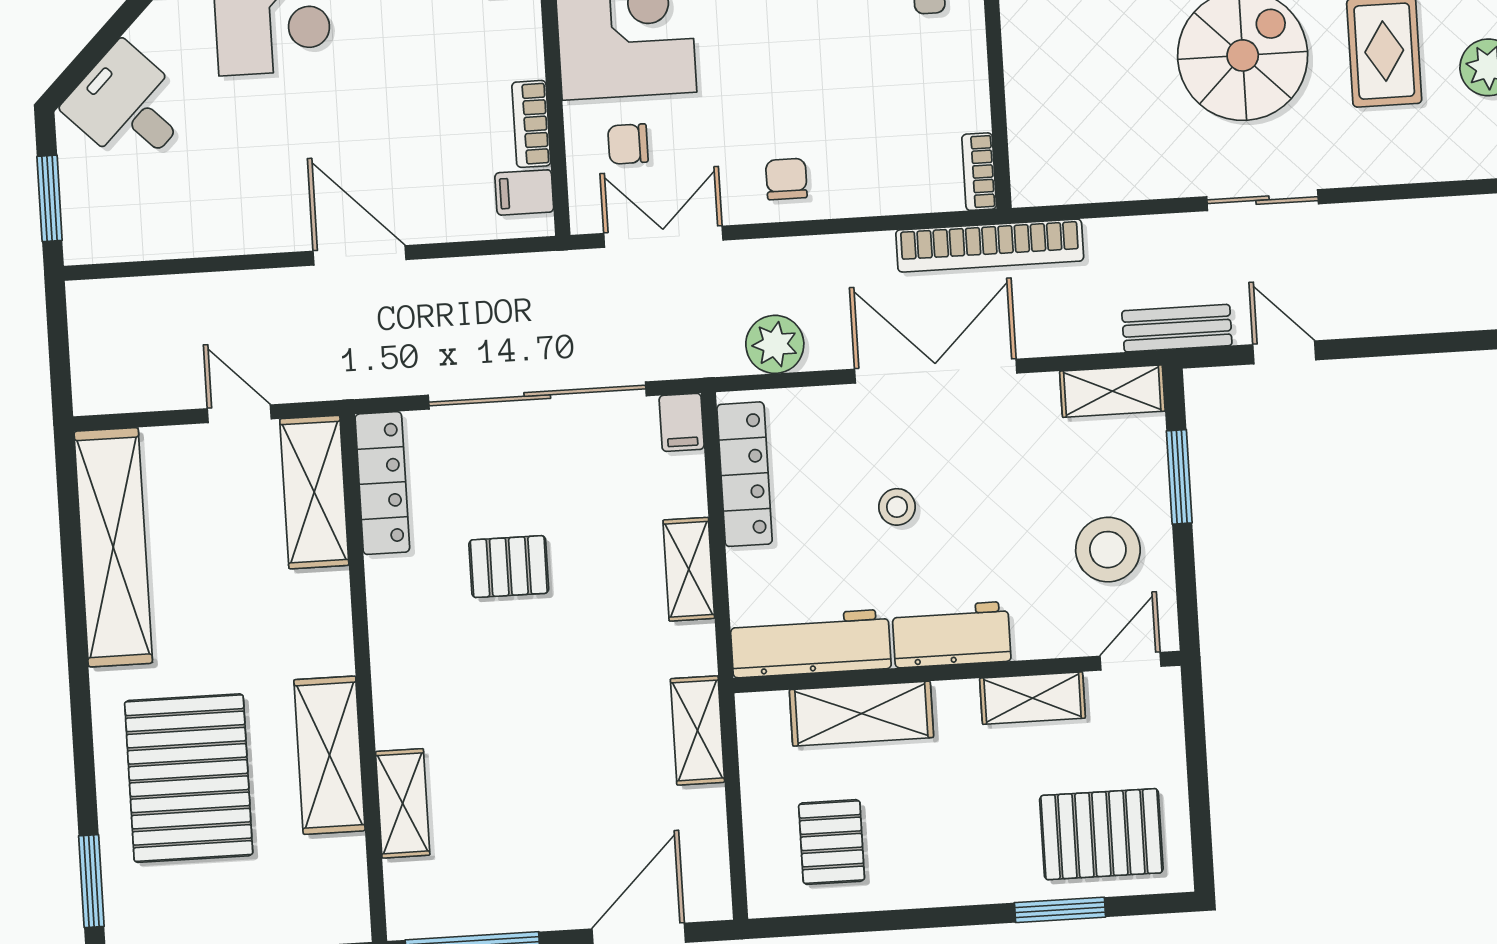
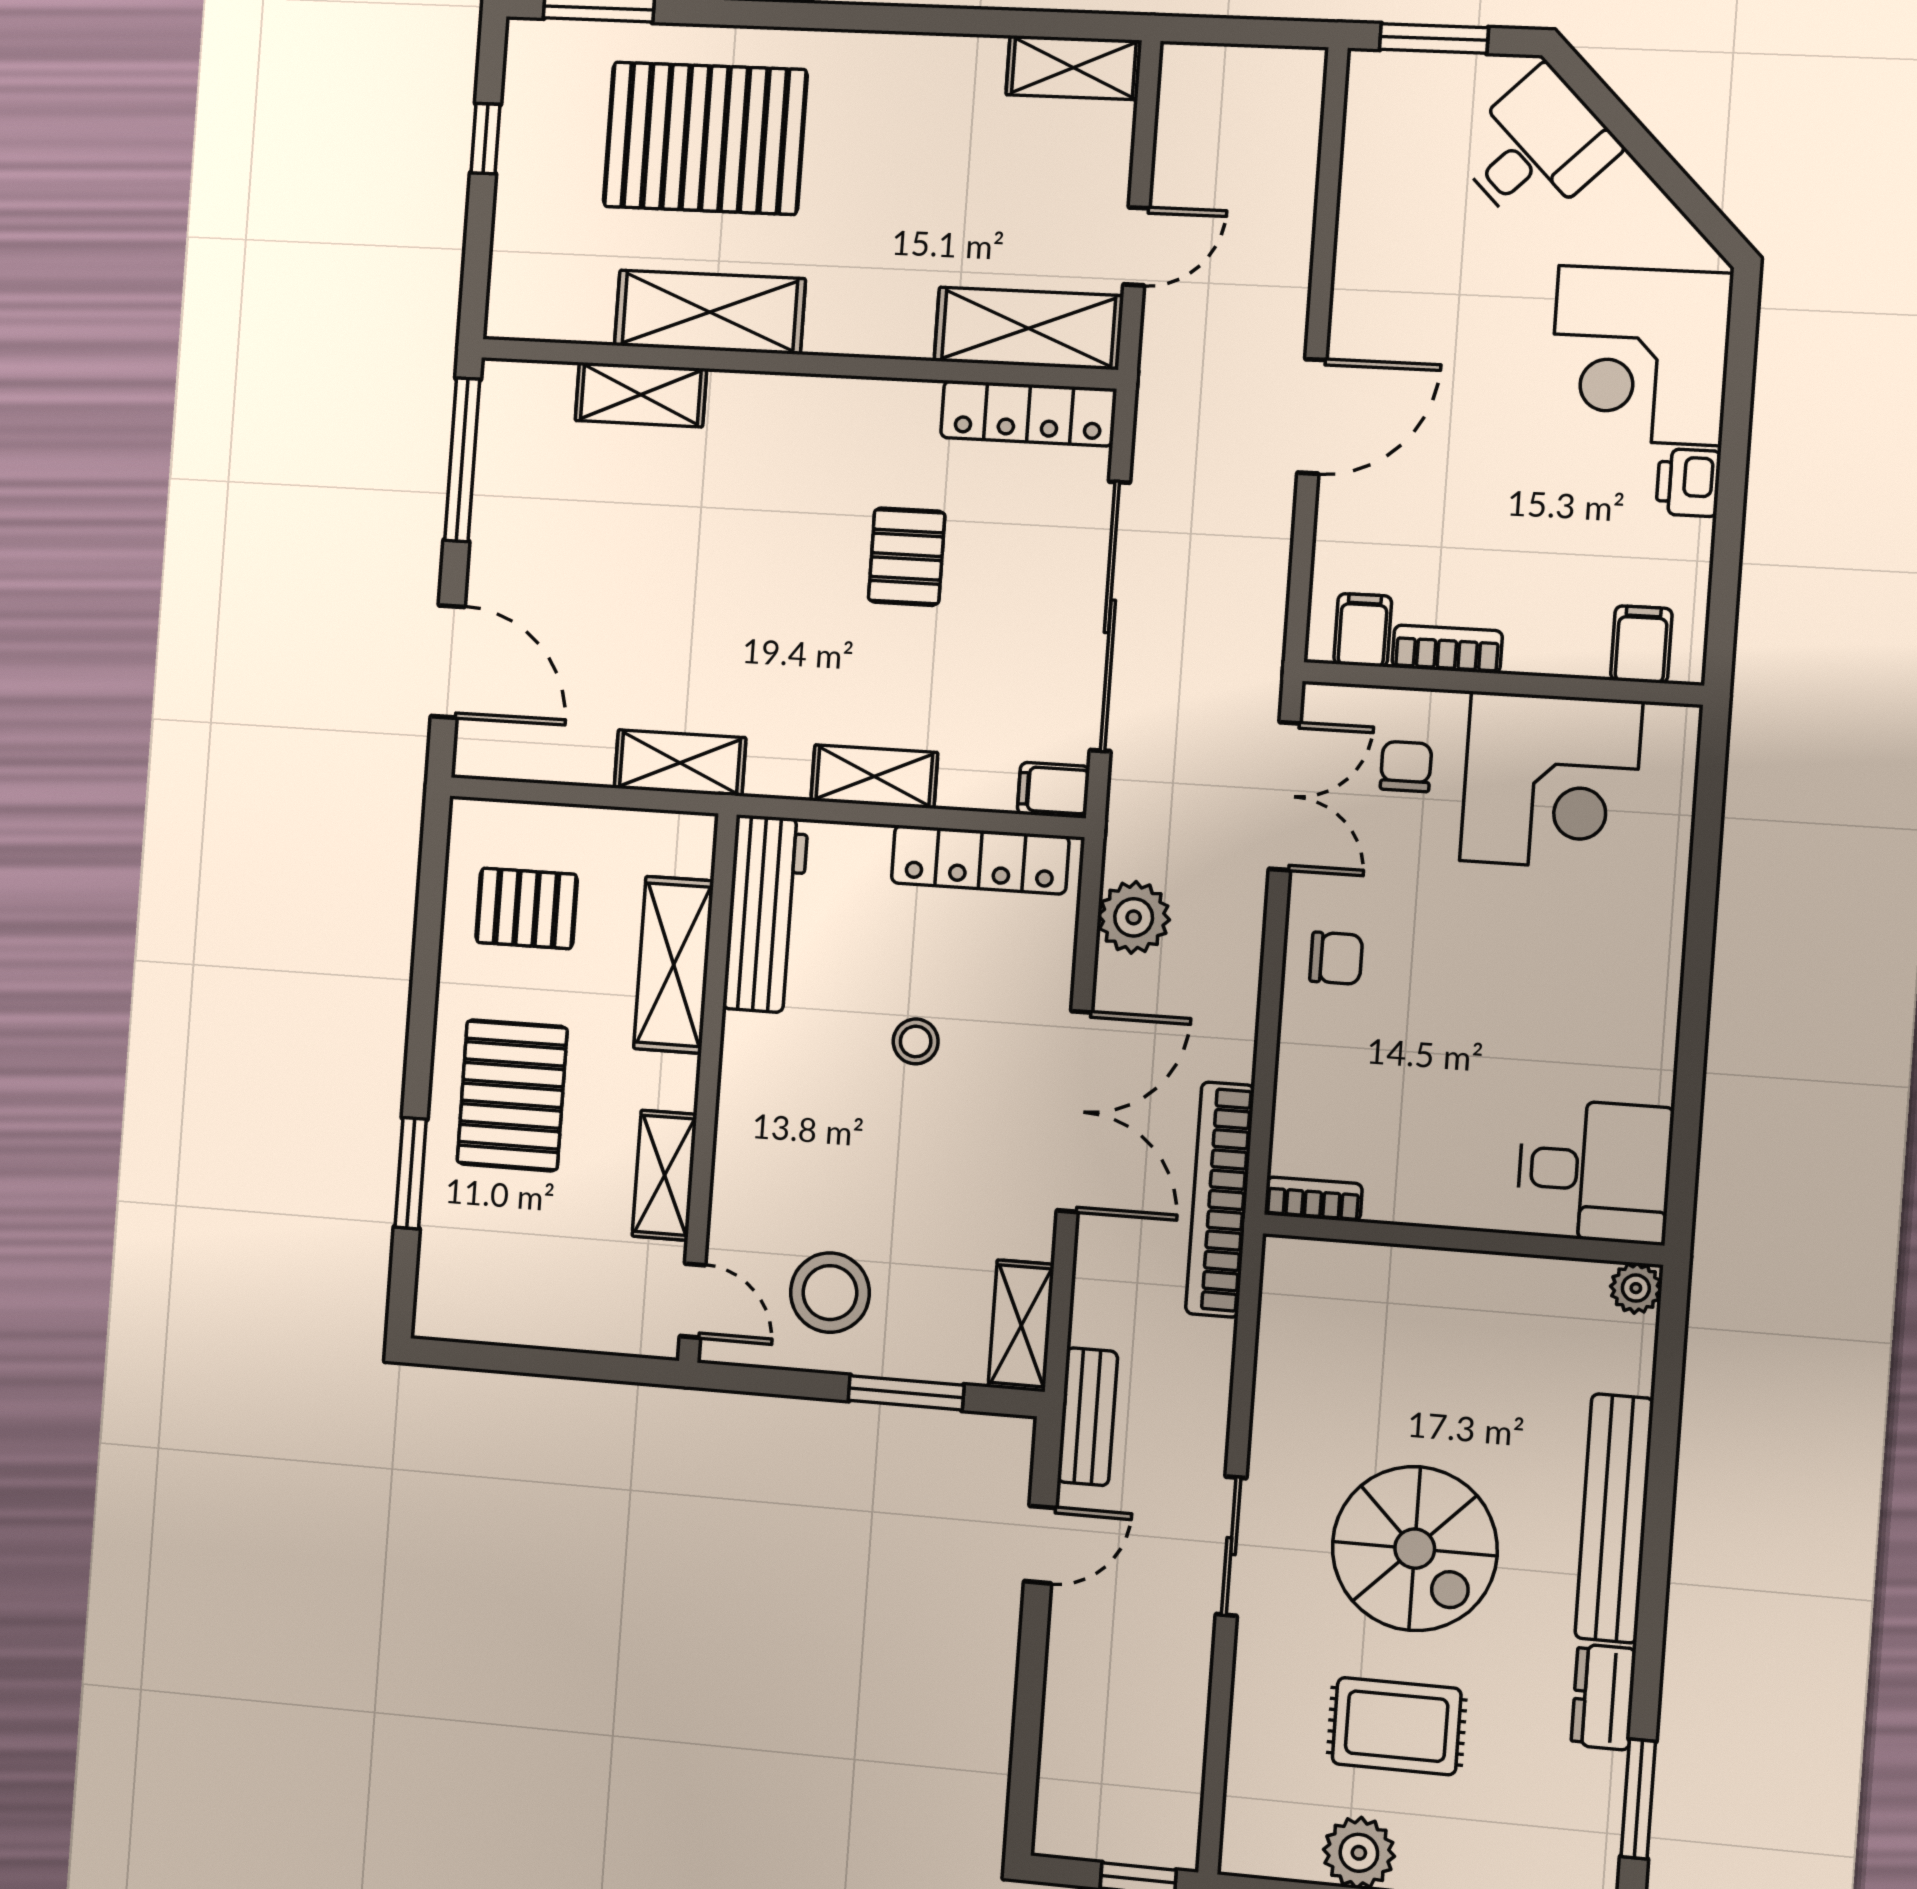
shelving: (113, 547) -> (1074, 68), width x0.45, depth x0.75
workbench: (952, 635) -> (753, 1087), removed
pallet: (1101, 834) -> (512, 1095), moved

